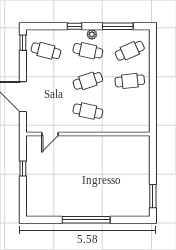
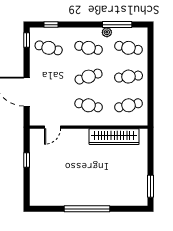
window: (74, 26) -> (51, 25), moved
plant: (92, 34) -> (107, 32), moved
cafe table: (130, 51) -> (129, 48), turned 36
cafe table: (130, 111) -> (129, 105), added
wardrobe: (115, 144) -> (114, 137), added

